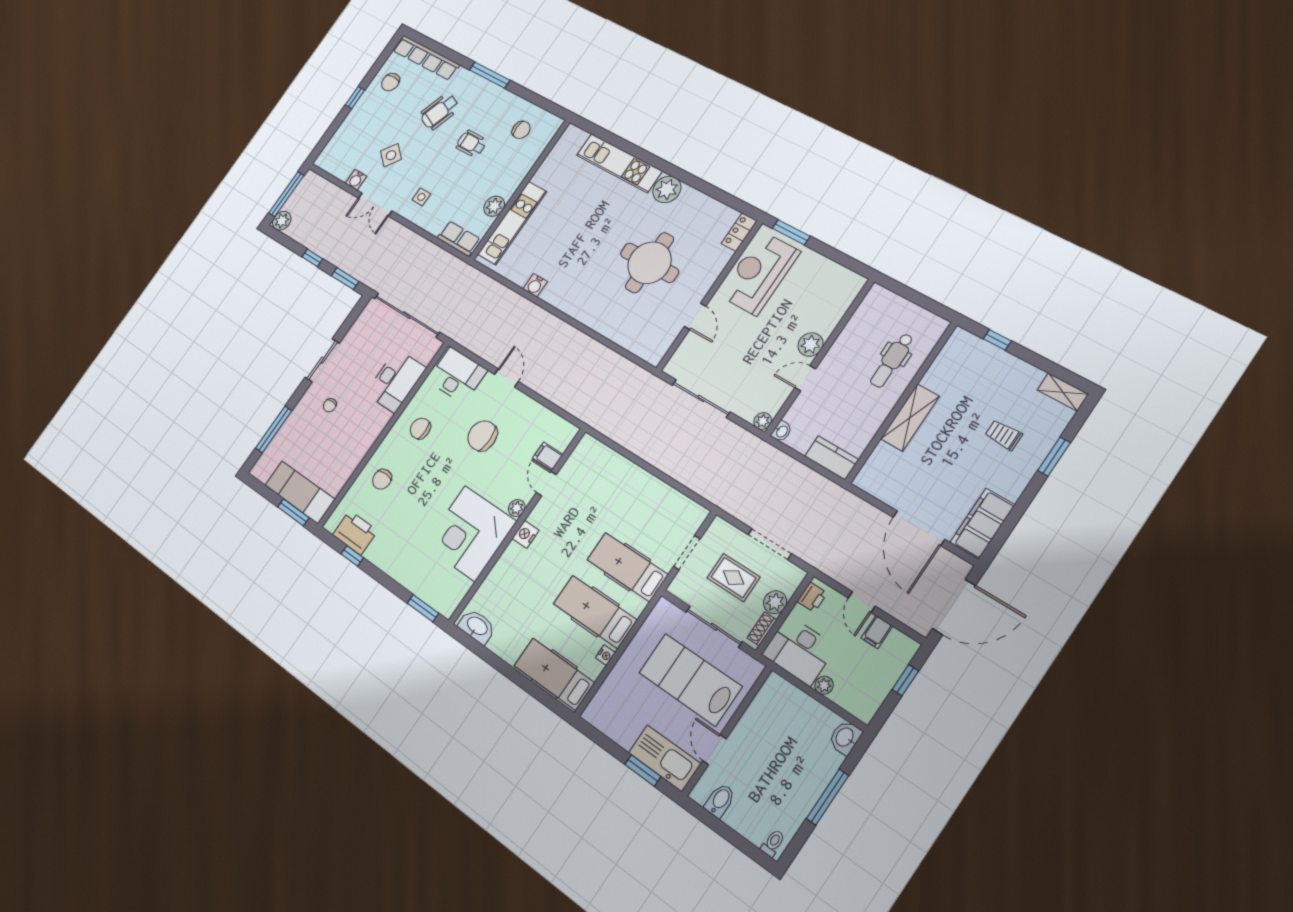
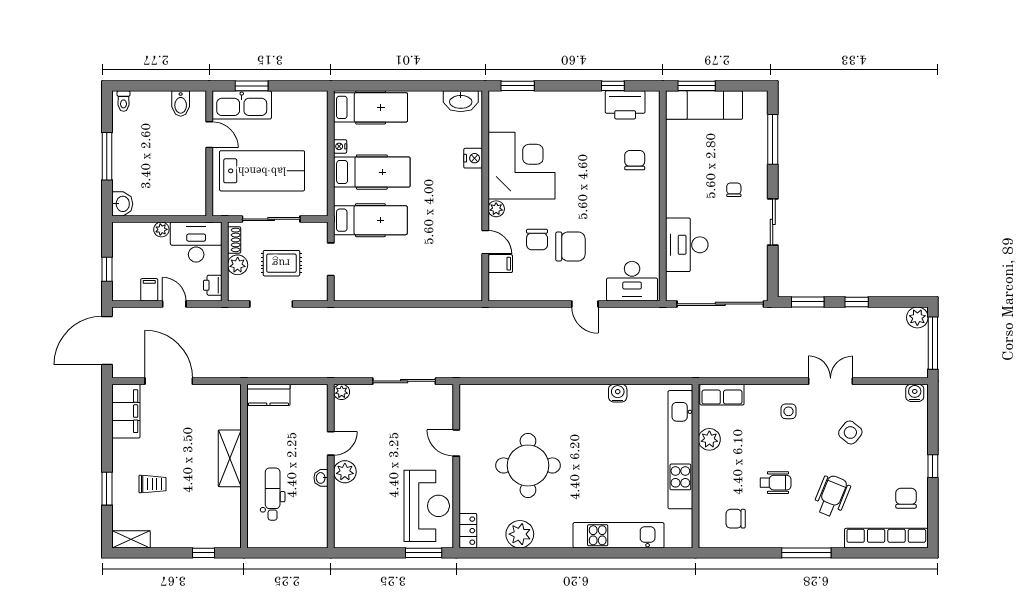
water cooler: (356, 180) -> (915, 393), moved
plant: (667, 189) -> (520, 534), moved
kitchen unit: (512, 223) -> (680, 450), width x1.36
chair: (420, 428) -> (537, 240), moved, turned 90
washbasin: (782, 431) -> (321, 478), moved
nightstand: (526, 534) -> (473, 158), moved

